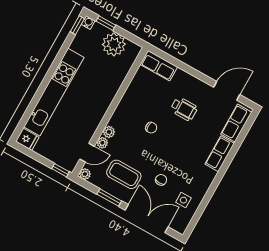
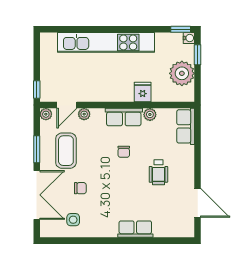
row of seats: (236, 123) -> (124, 117), moved, turned 180
plant: (109, 132) -> (150, 114), moved
fridge: (27, 139) -> (143, 92), moved, turned 180
door: (87, 153) -> (67, 105), hinge flipped

